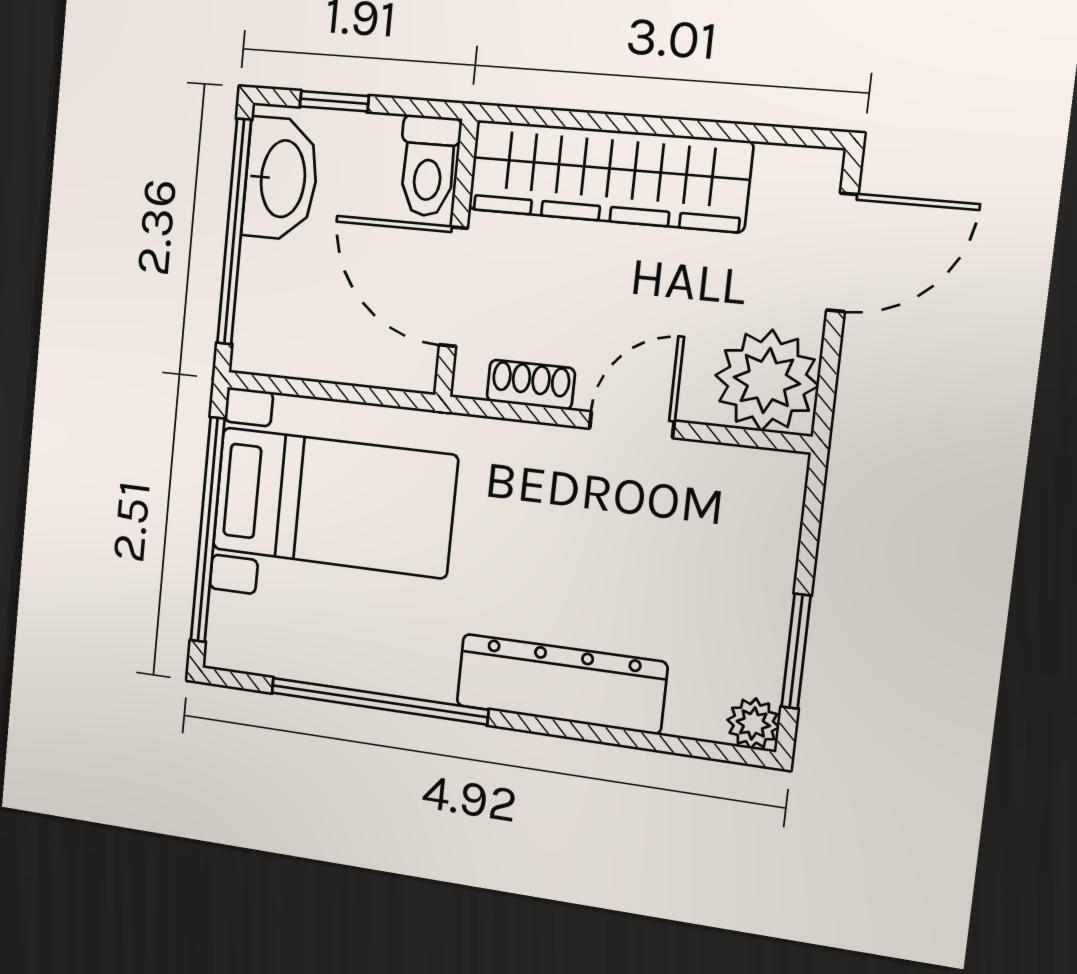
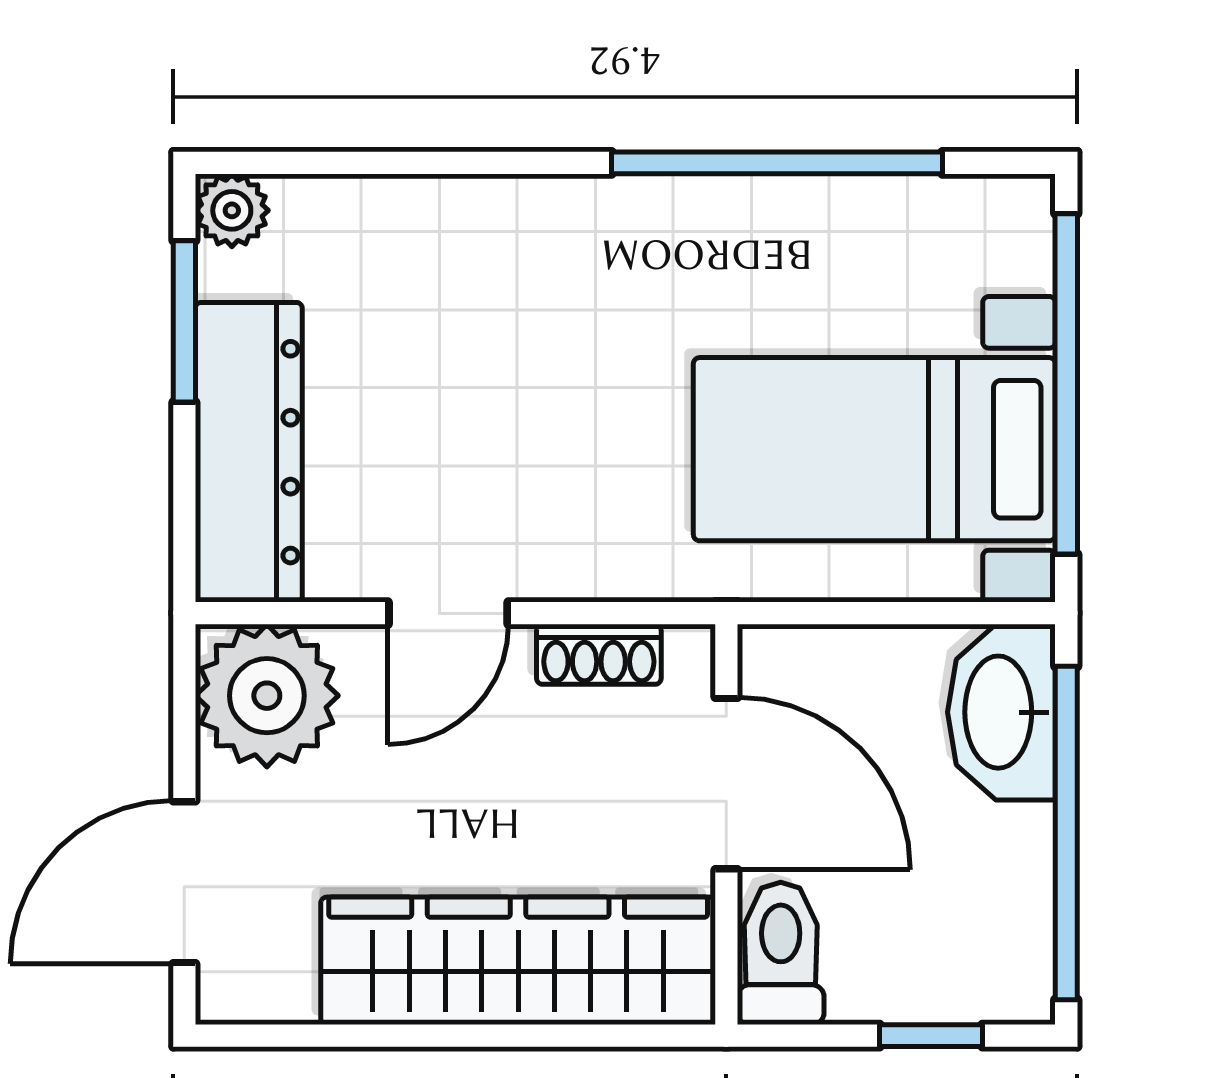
washbasin: (281, 179) -> (1001, 712), moved
dresser: (561, 684) -> (249, 452), moved, turned -90

